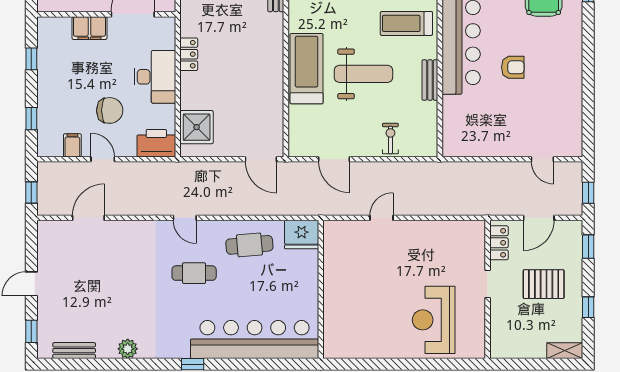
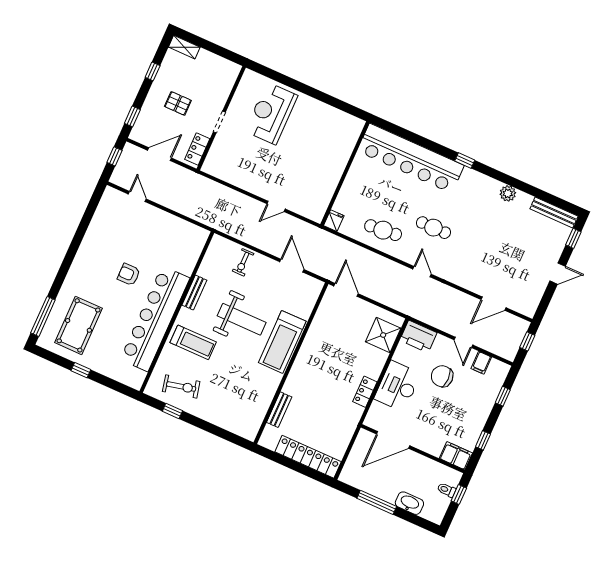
filing cabinet: (89, 28) -> (456, 456), moved
weight bench: (363, 74) -> (242, 319), turned 180
fridge: (302, 234) -> (334, 221), width x0.53, depth x0.75
pallet: (544, 284) -> (178, 103), width x0.67, depth x0.71
reception desk: (434, 320) -> (271, 113), turned 180
bench: (74, 351) -> (554, 212), width x1.36

